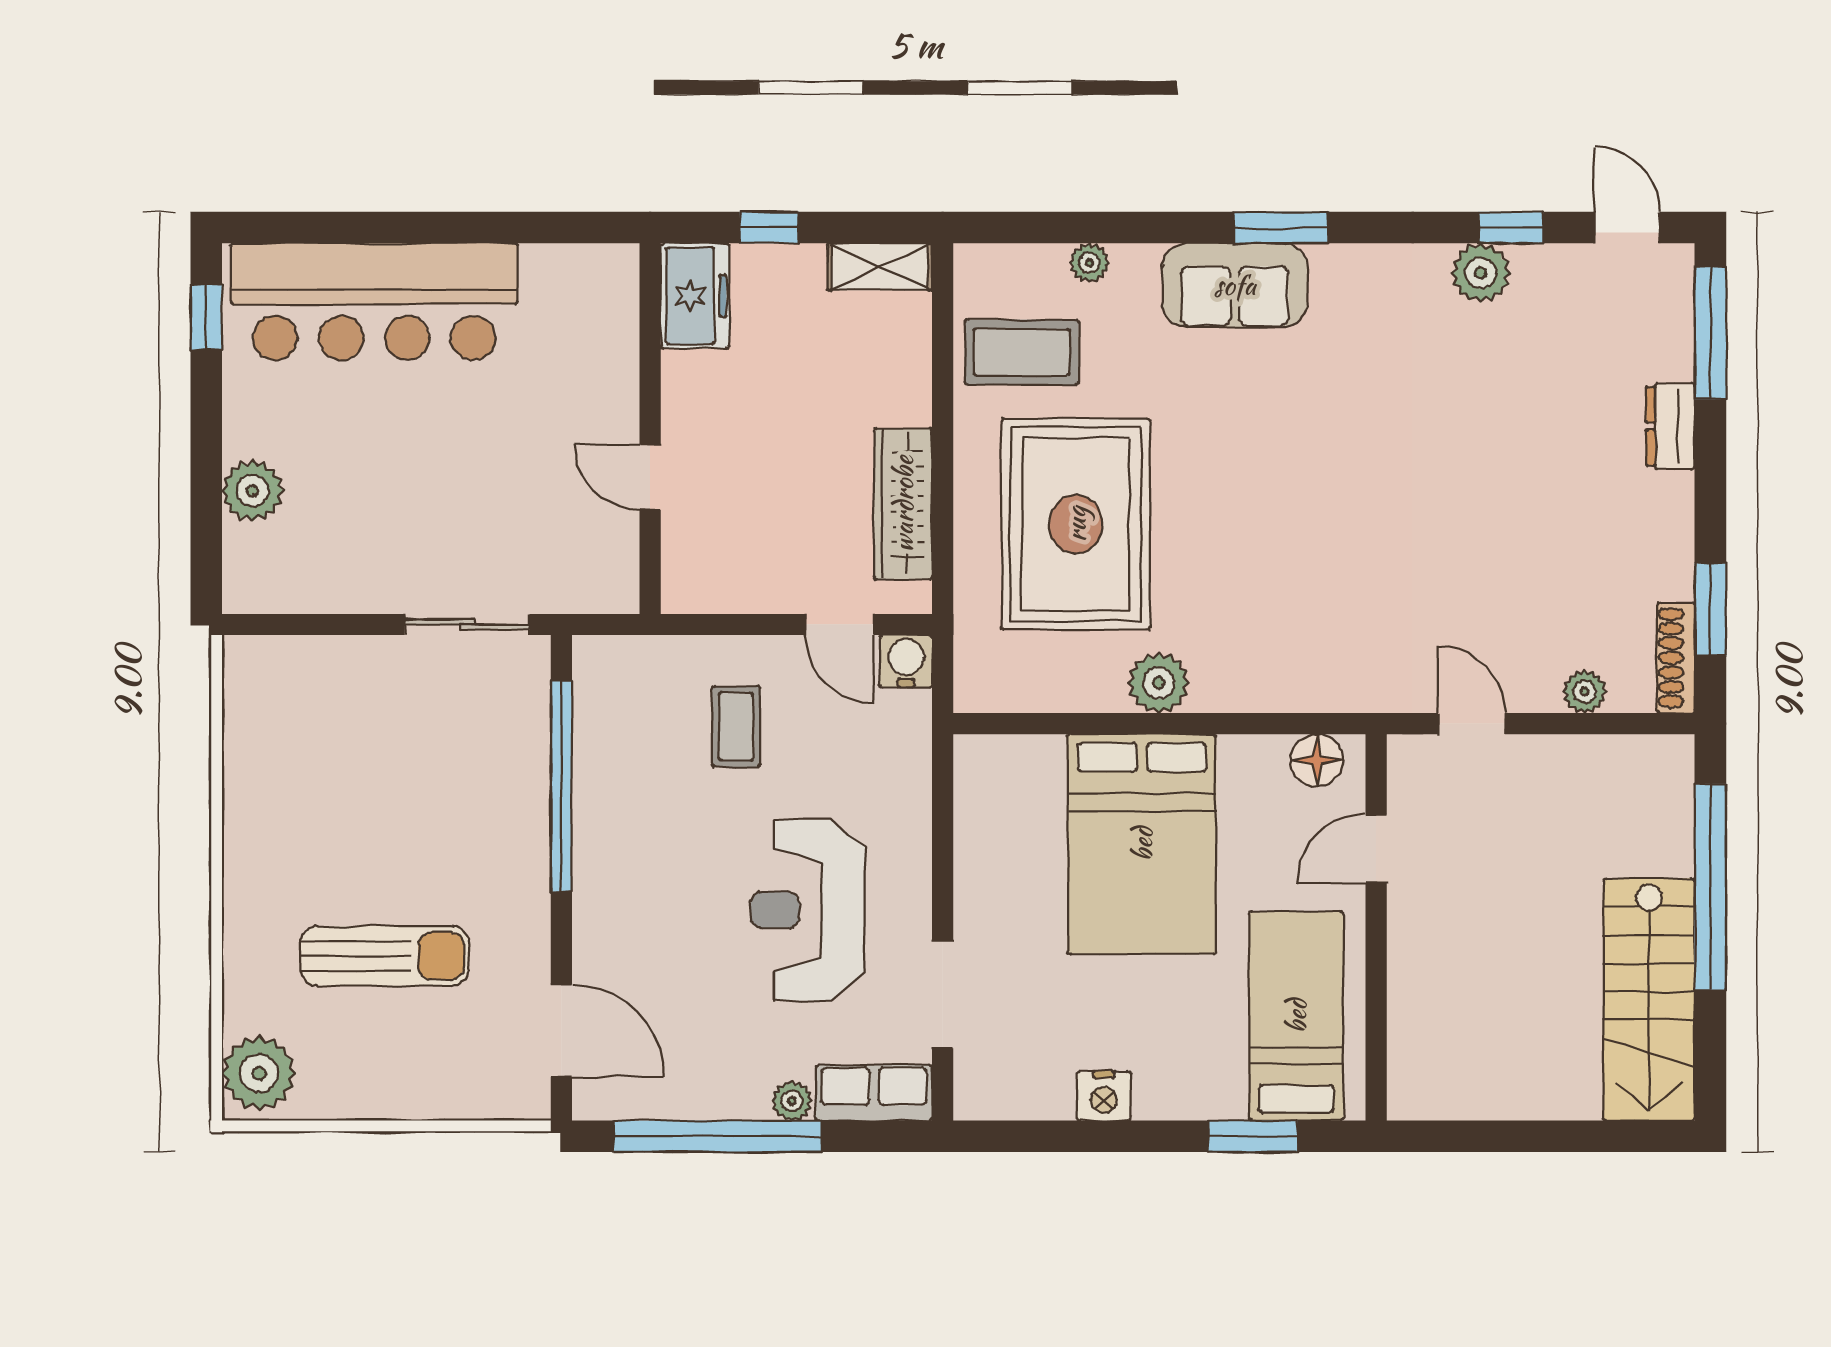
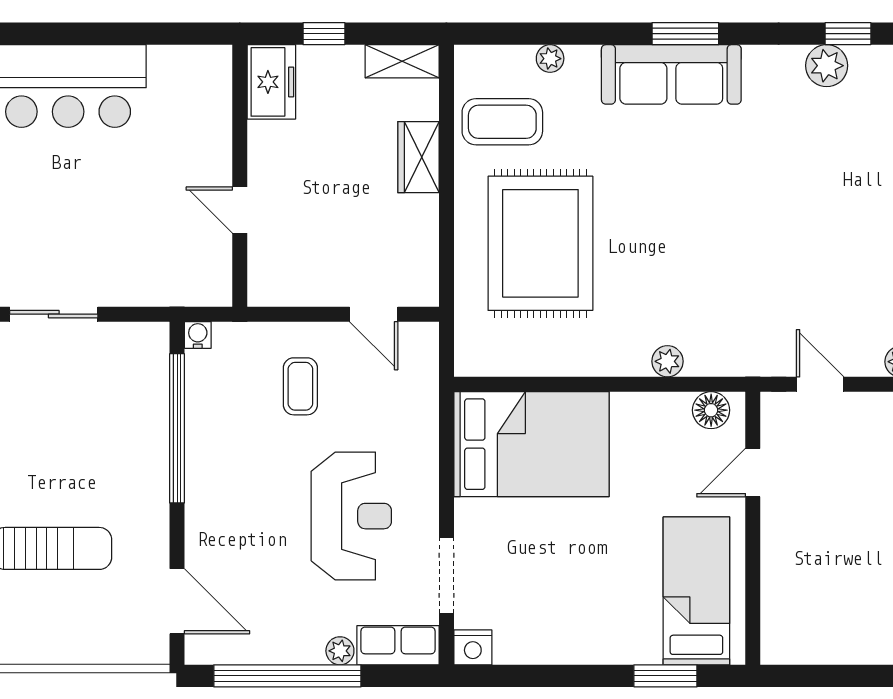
sofa: (1235, 285) -> (671, 74), width x1.36
wardrobe: (903, 504) -> (418, 157), moved, width x0.67
sliding door: (467, 624) -> (54, 314), moved
water cooler: (906, 661) -> (198, 335), moved, width x0.72, depth x0.72
plant: (1159, 683) -> (667, 361), moved, width x0.73, depth x0.73
bed: (1142, 844) -> (532, 444), moved, turned -90
reception desk: (808, 910) -> (351, 516), turned 180
nightstand: (1104, 1096) -> (473, 647), moved

